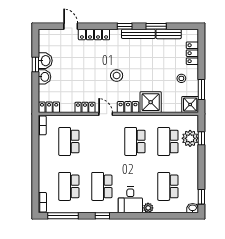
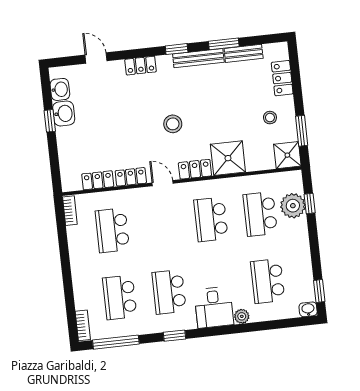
locker: (94, 35) -> (141, 66), width x0.66
washbasin: (44, 77) -> (60, 89), moved
locker: (49, 107) -> (98, 180), moved

